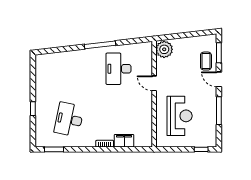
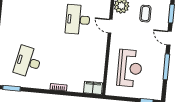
coffee table: (206, 61) -> (145, 14), moved
door: (154, 83) -> (110, 26), moved
filing cabinet: (124, 141) -> (93, 88), moved

